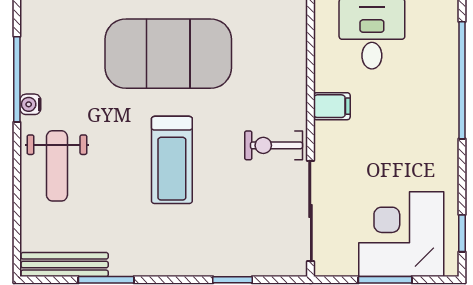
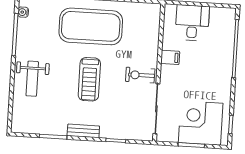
water cooler: (30, 104) -> (23, 12), moved
bench: (65, 265) -> (83, 131), moved, width x0.73

